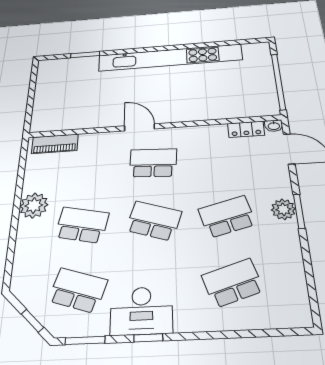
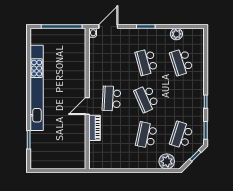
locker: (246, 129) -> (94, 48), removed
piano: (55, 144) -> (94, 128), moved
plant: (34, 206) -> (167, 161), moved
plant: (283, 209) -> (176, 34), moved
school desk: (154, 221) -> (146, 99), turned -42
desk: (141, 311) -> (193, 105), removed

